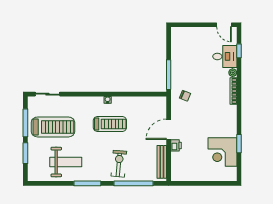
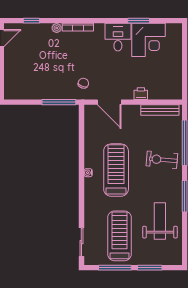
desk: (225, 56) -> (118, 37), moved
treadmill: (110, 124) -> (116, 170), width x1.37, depth x1.37
door: (169, 129) -> (109, 102), moved

